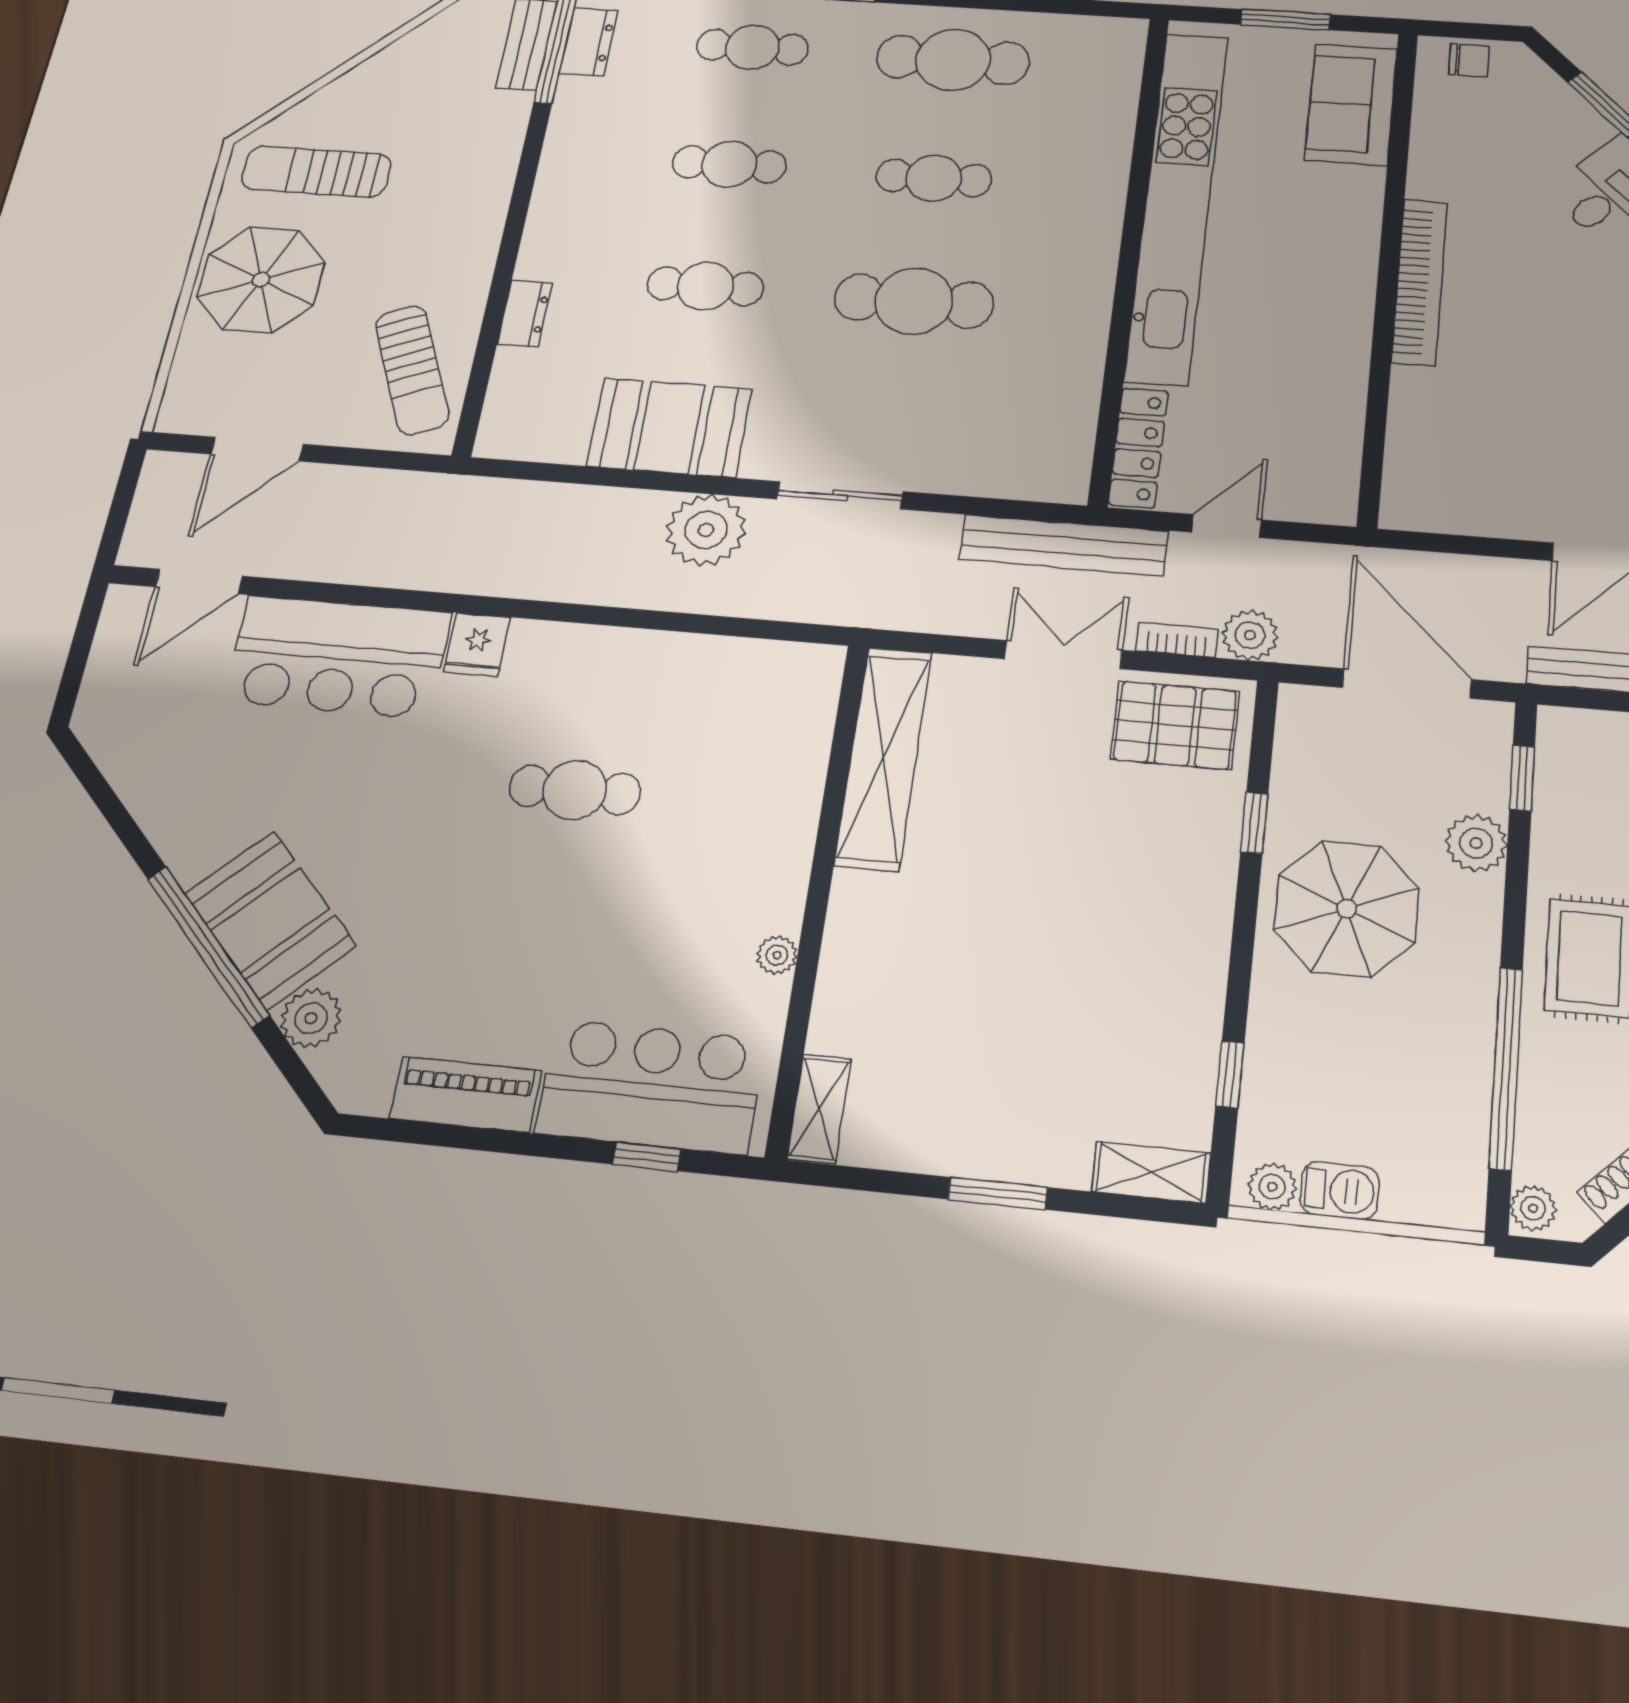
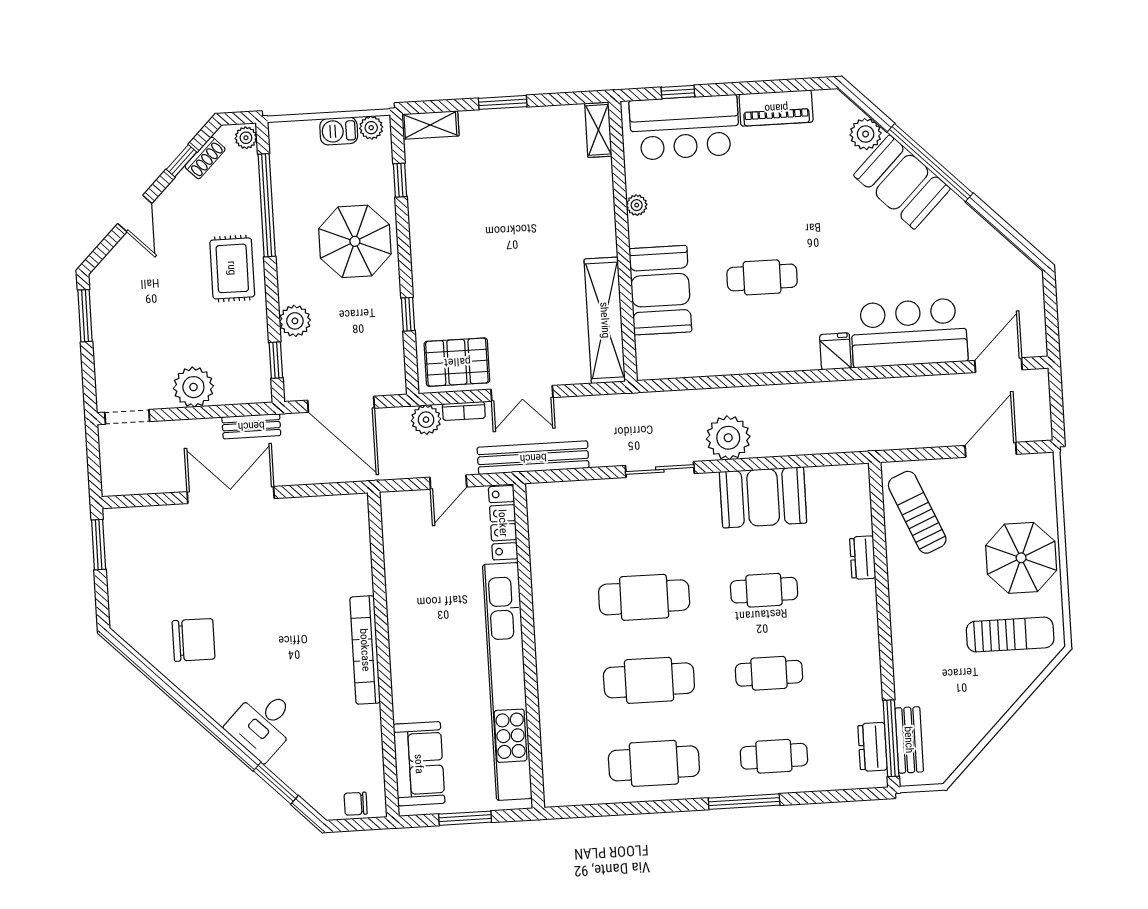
cafe table: (934, 178) -> (649, 680), width x1.37, depth x1.35
booth: (768, 795) -> (660, 290), added
parasol: (1346, 909) -> (355, 241), moved

